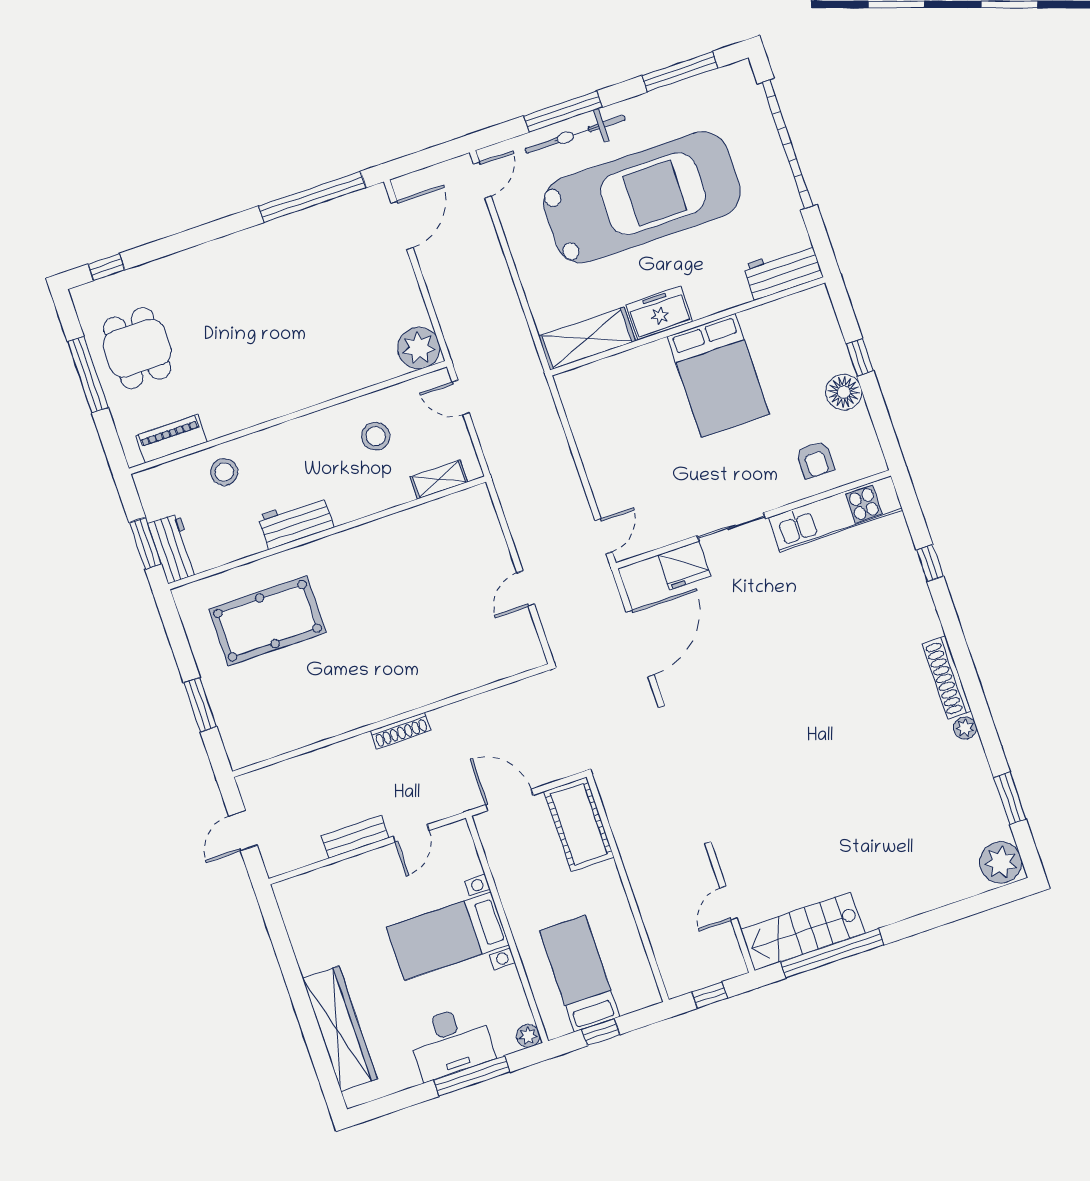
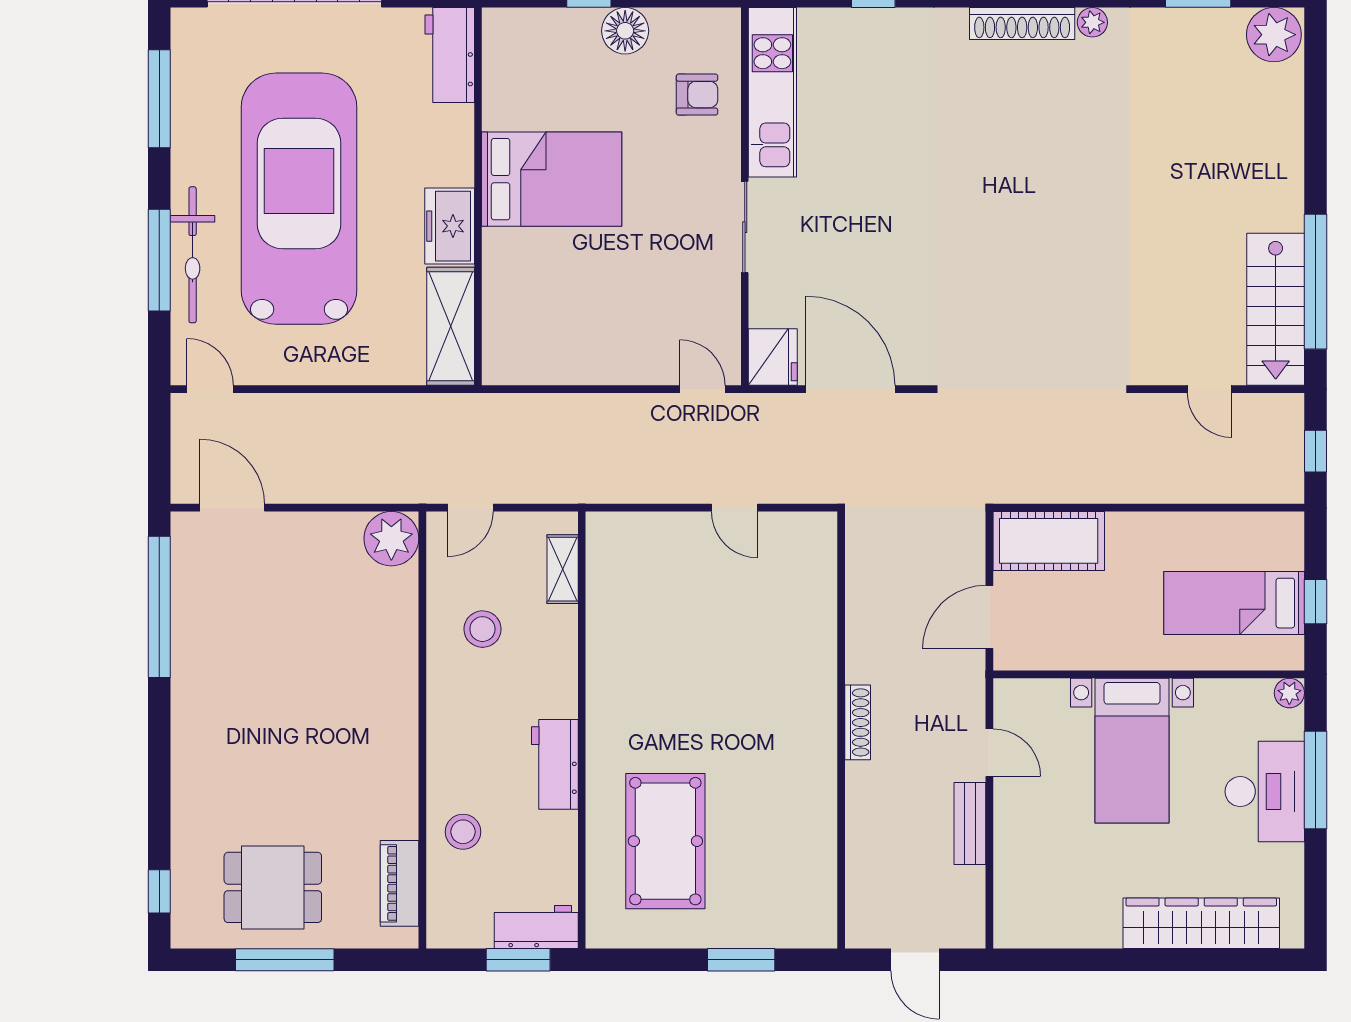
fridge: (684, 566) -> (773, 357), moved

